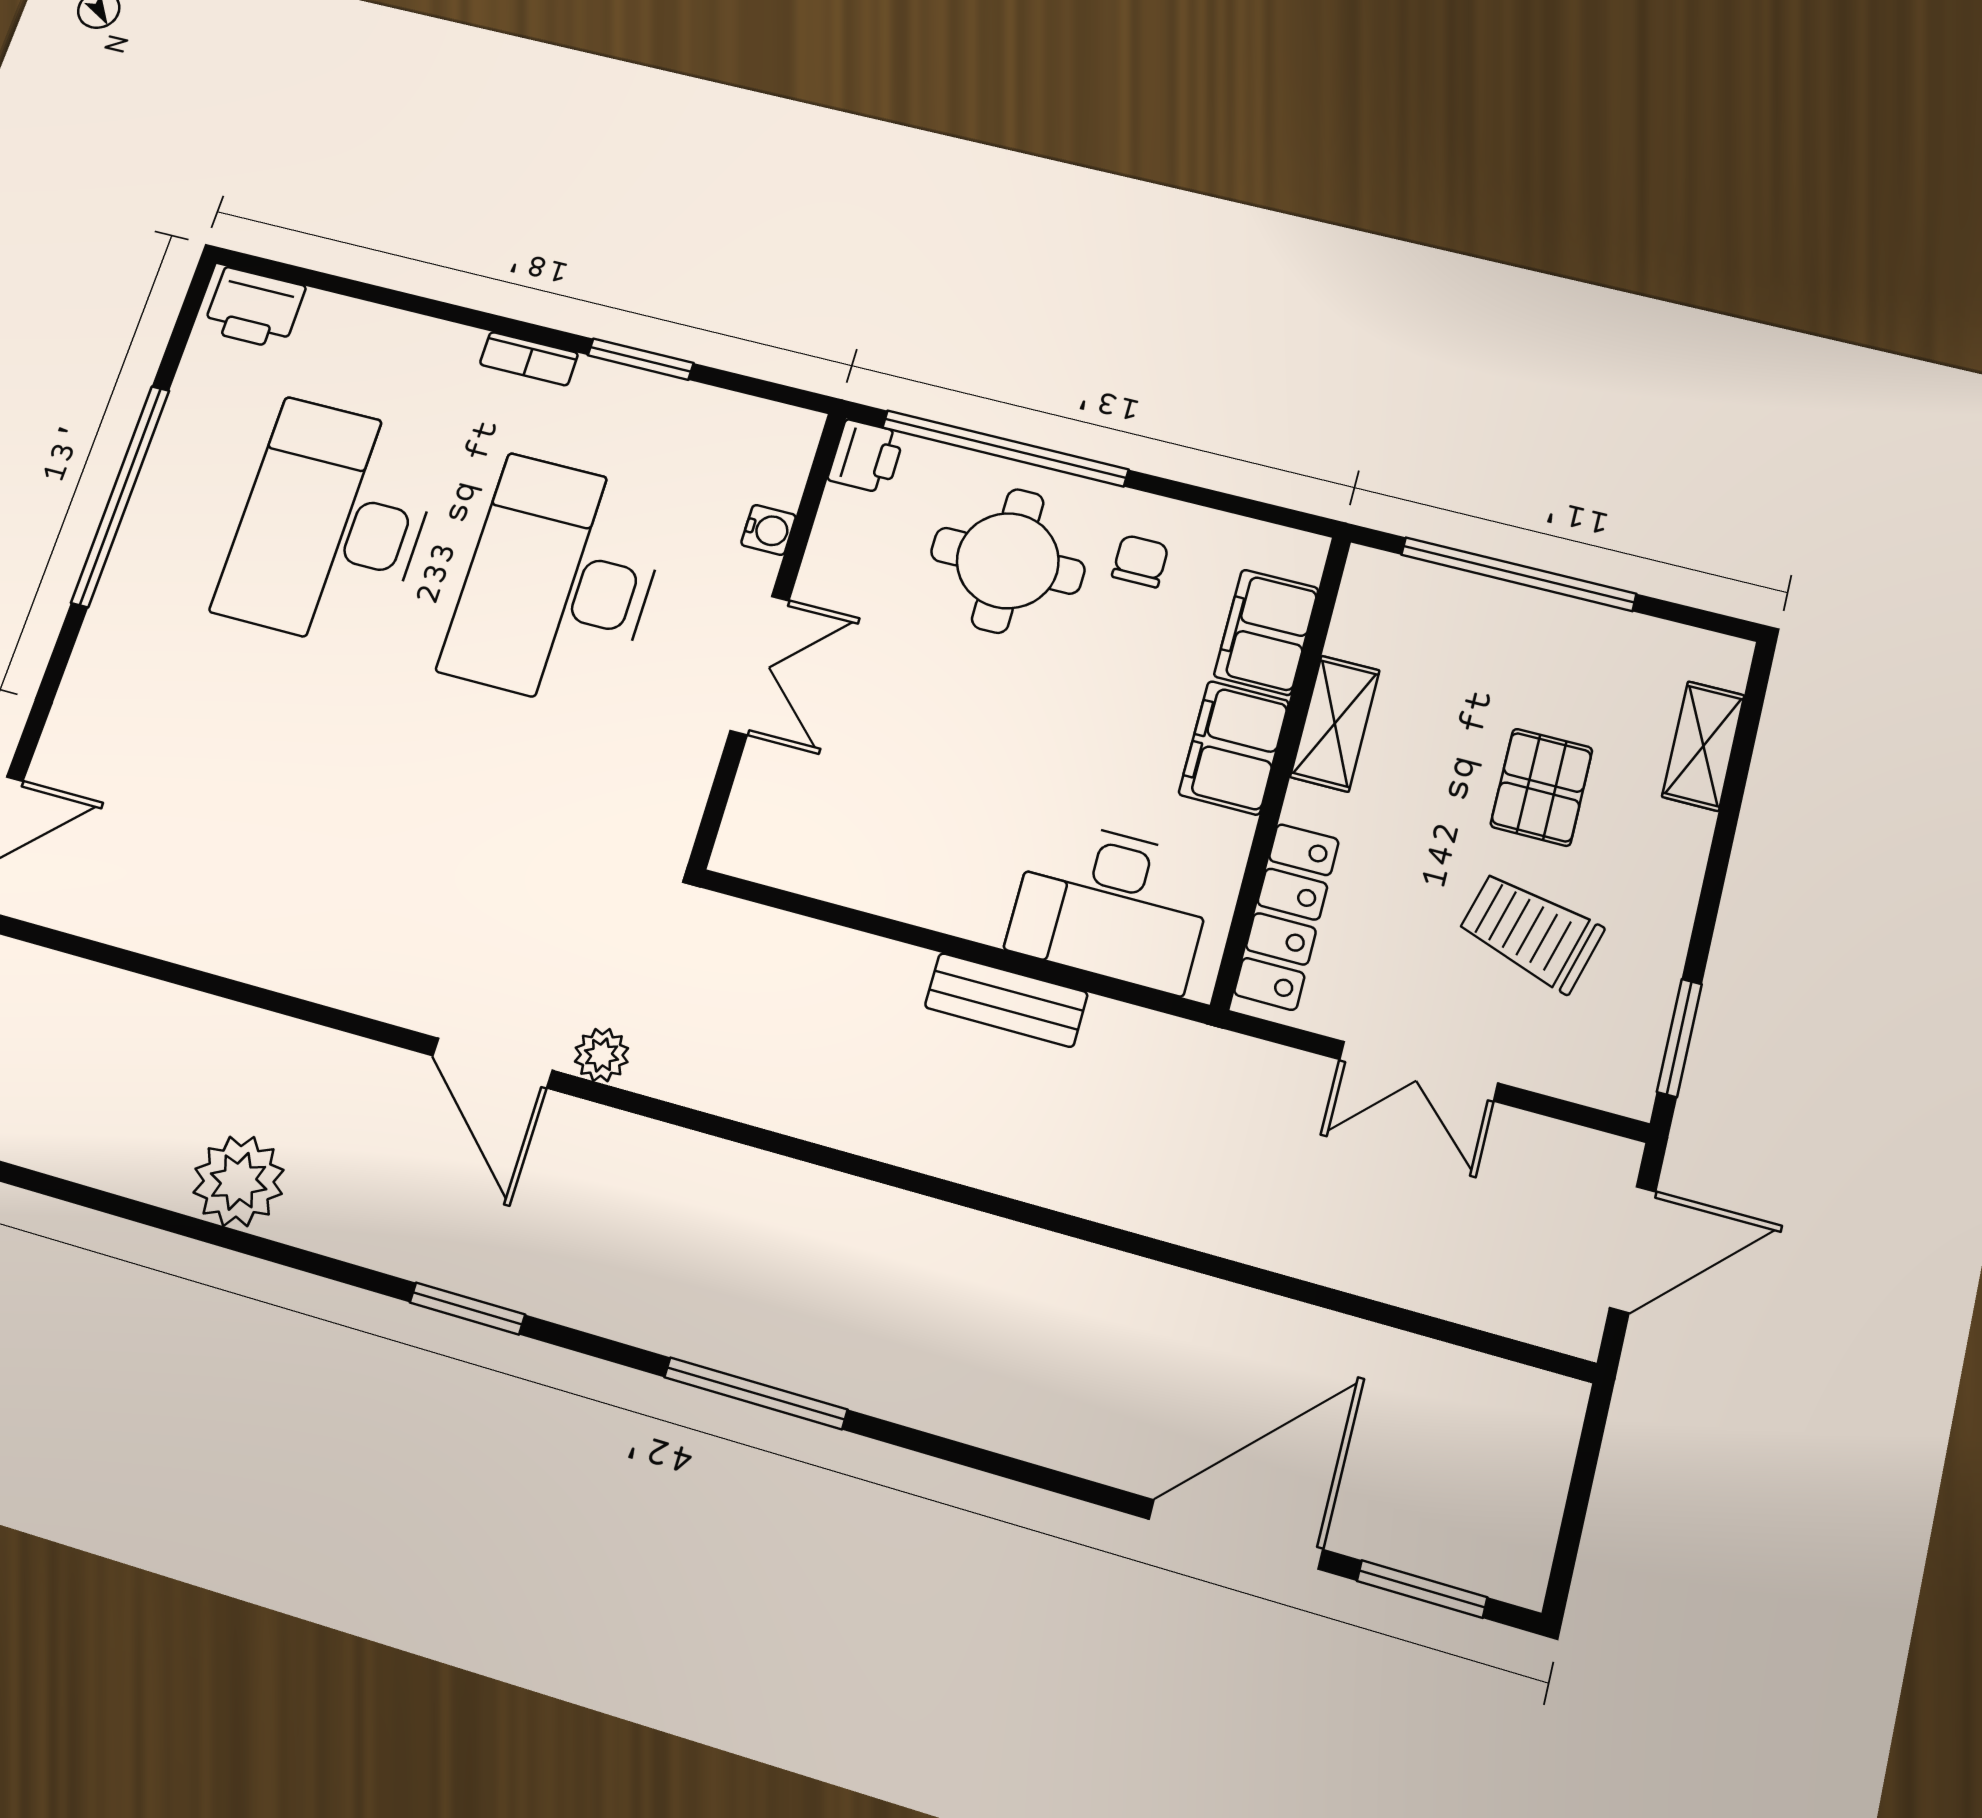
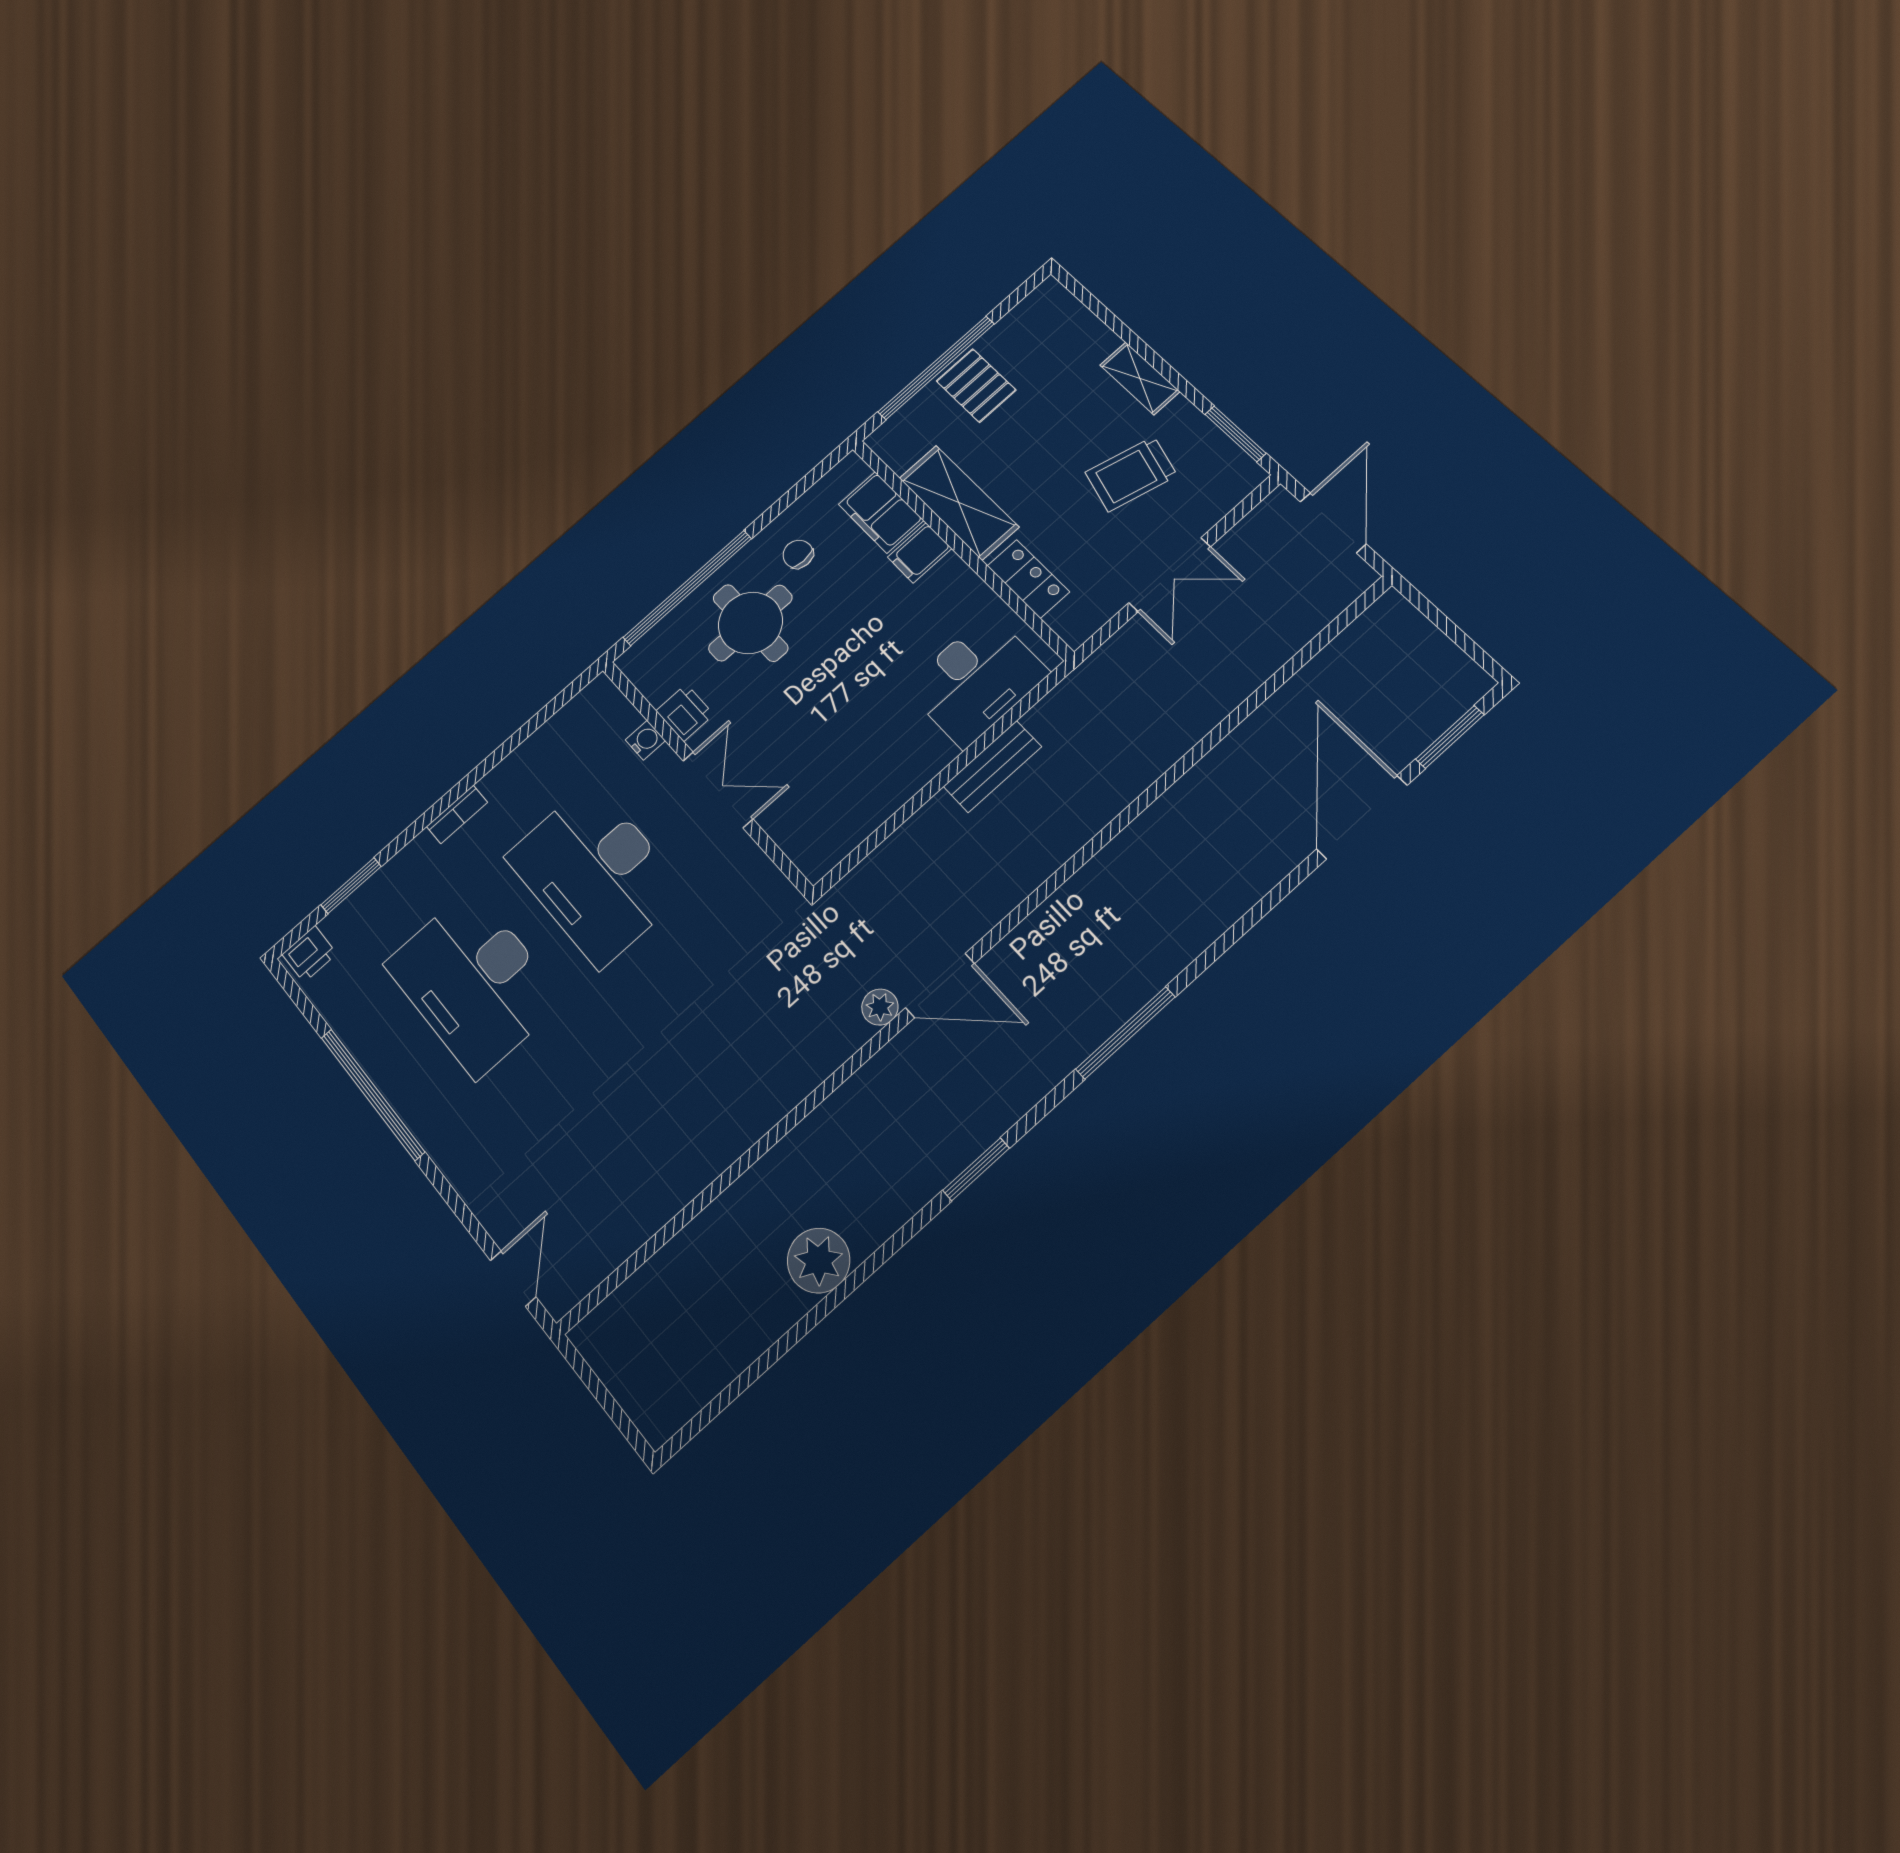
printer: (254, 308) -> (309, 954), width x0.73, depth x0.81
window: (641, 359) -> (351, 886), moved
printer: (866, 457) -> (685, 713), moved
shelving: (1335, 723) -> (959, 503), width x1.50, depth x1.33
shelving: (1703, 746) -> (1140, 378), moved
filing cabinet: (1234, 748) -> (920, 553), width x0.50
pallet: (1541, 787) -> (976, 386), moved
locker: (1287, 916) -> (1028, 579), width x0.66
door: (492, 1063) -> (940, 986), moved

